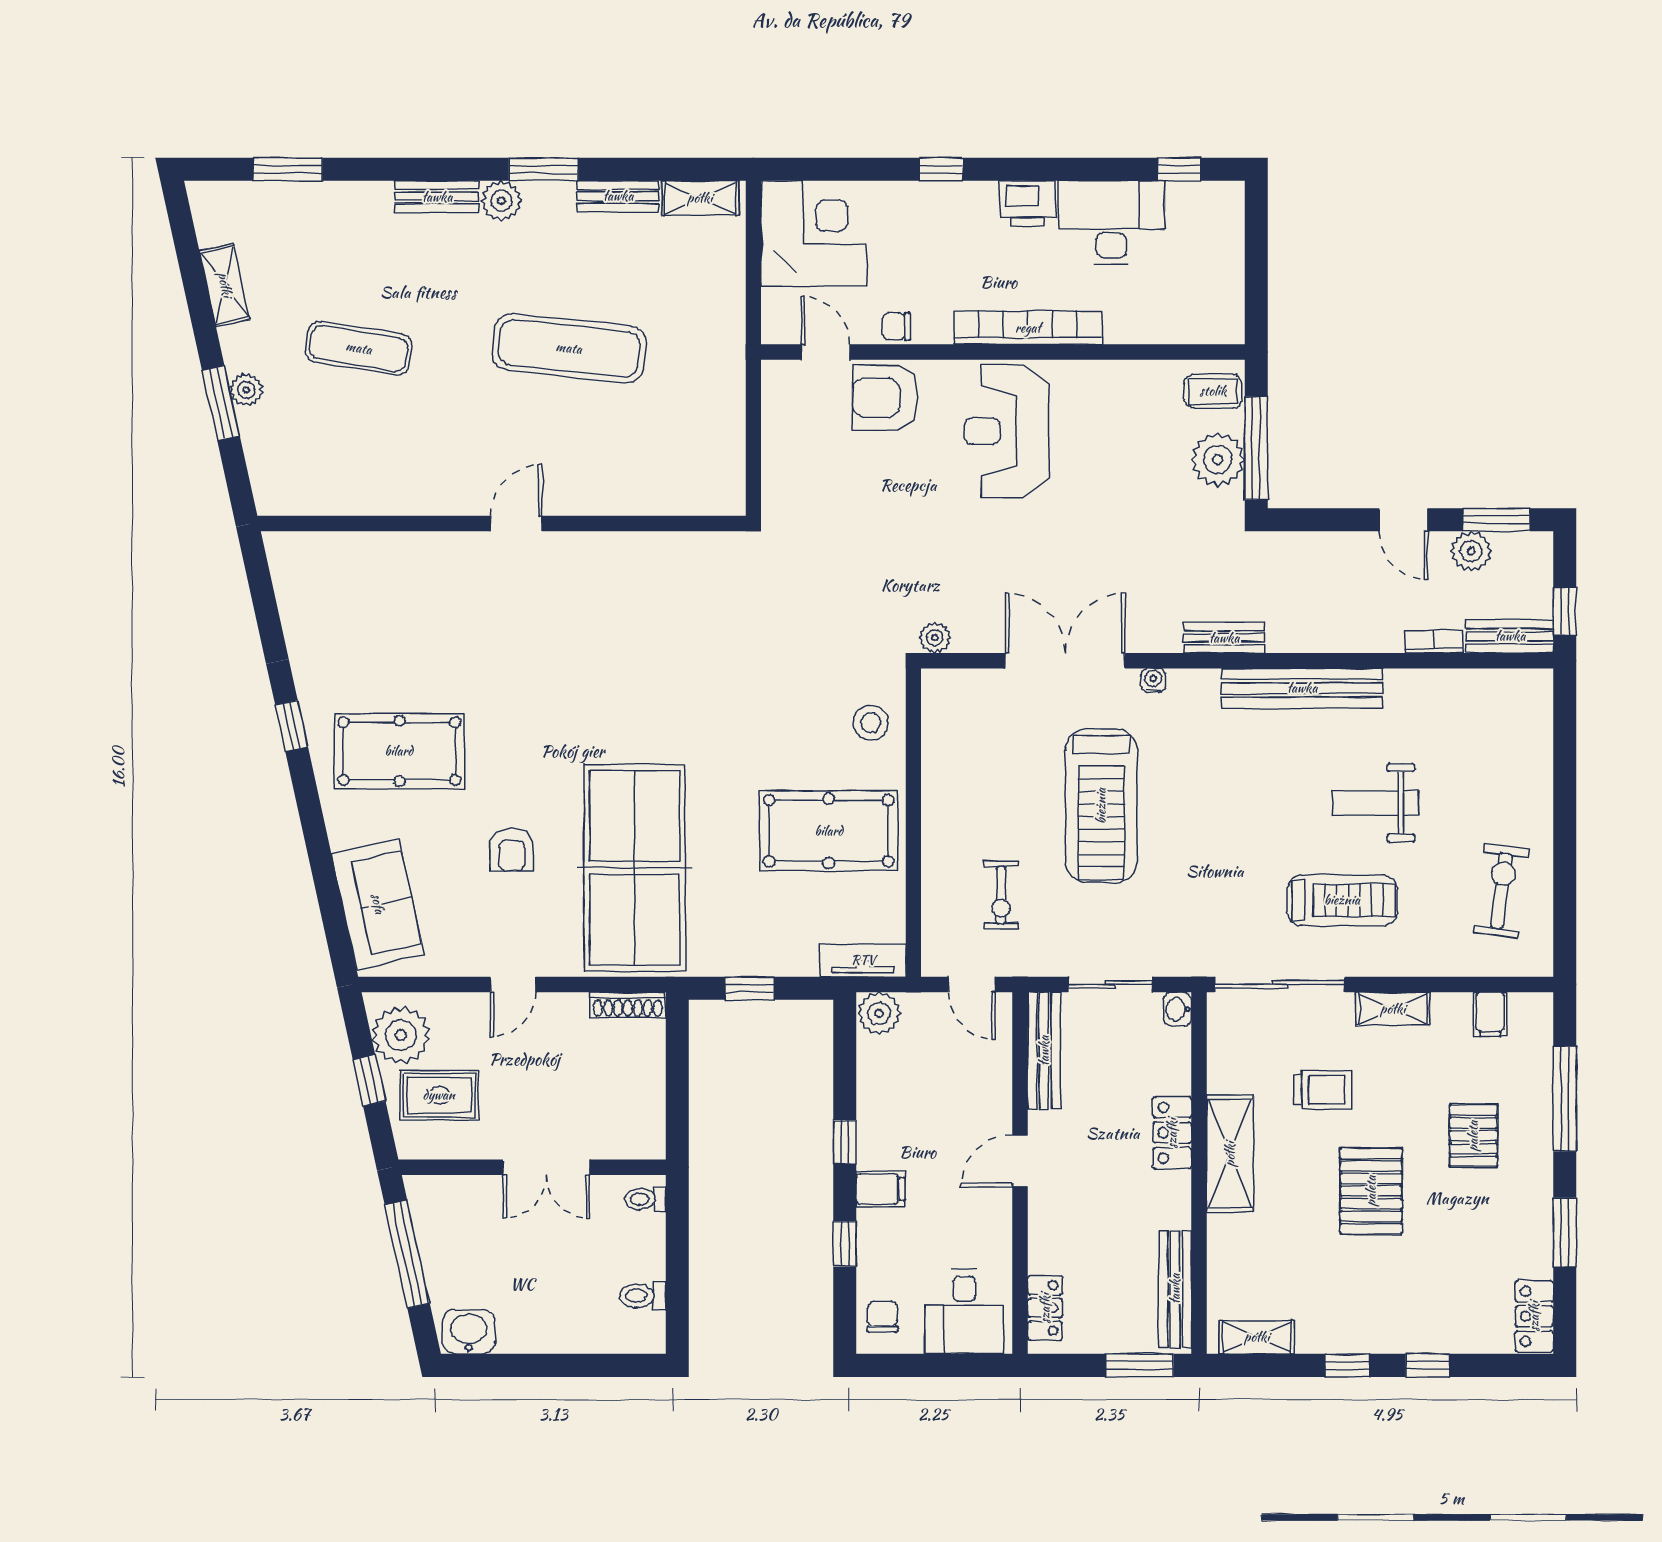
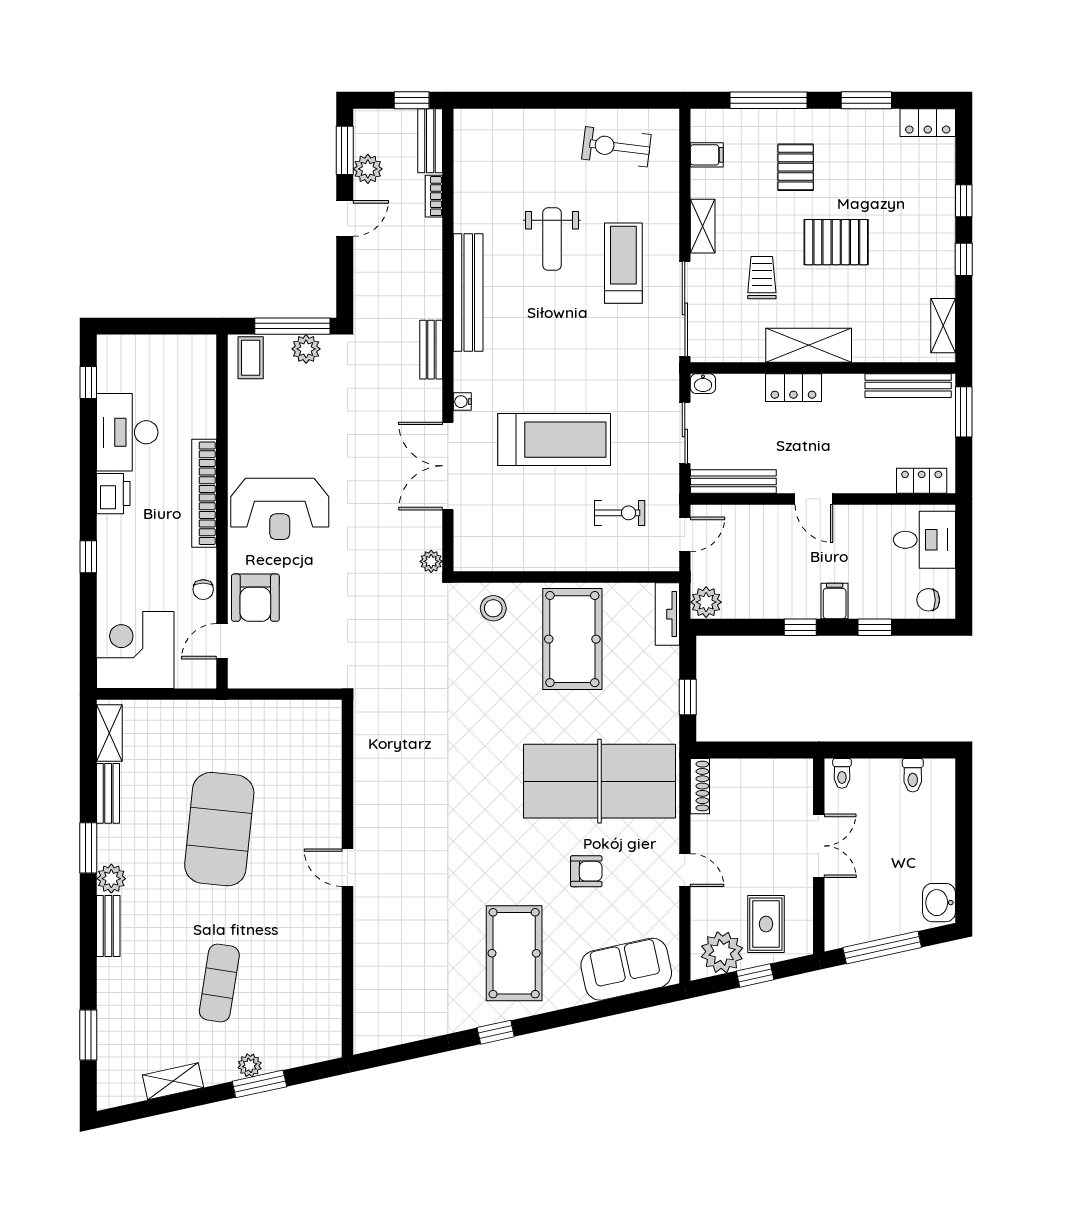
exercise mat: (569, 348) -> (219, 829), width x1.47
plant: (1218, 460) -> (306, 349), width x0.73, depth x0.73
pallet: (1473, 1136) -> (796, 167), turned 90

